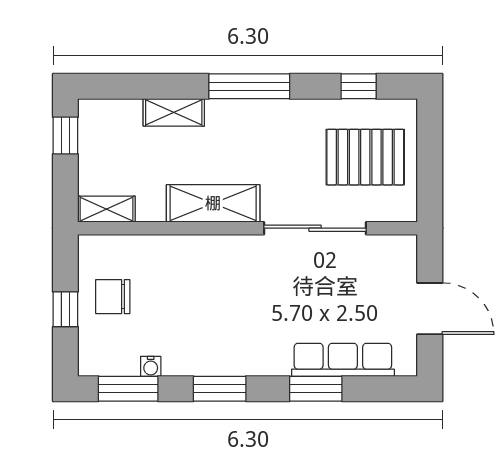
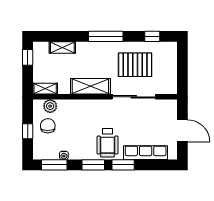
shelving: (174, 112) -> (62, 48), moved
pallet: (365, 157) -> (135, 65), moved
plant: (118, 250) -> (50, 106), added
chair: (113, 297) -> (48, 126), turned 90
wheelchair: (253, 337) -> (108, 143), added
window: (316, 389) -> (123, 165), moved

